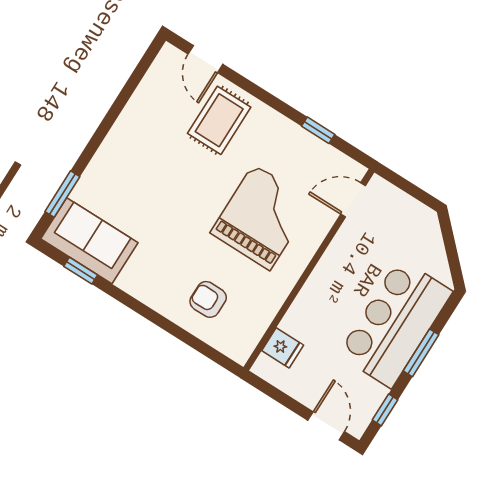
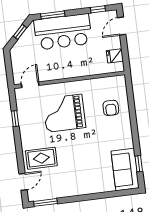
window: (62, 194) -> (45, 202), moved
door: (353, 200) -> (30, 85), swing flipped
window: (452, 254) -> (20, 32), added
fridge: (283, 348) -> (115, 56), moved, turned -90
window: (421, 353) -> (53, 15), moved

